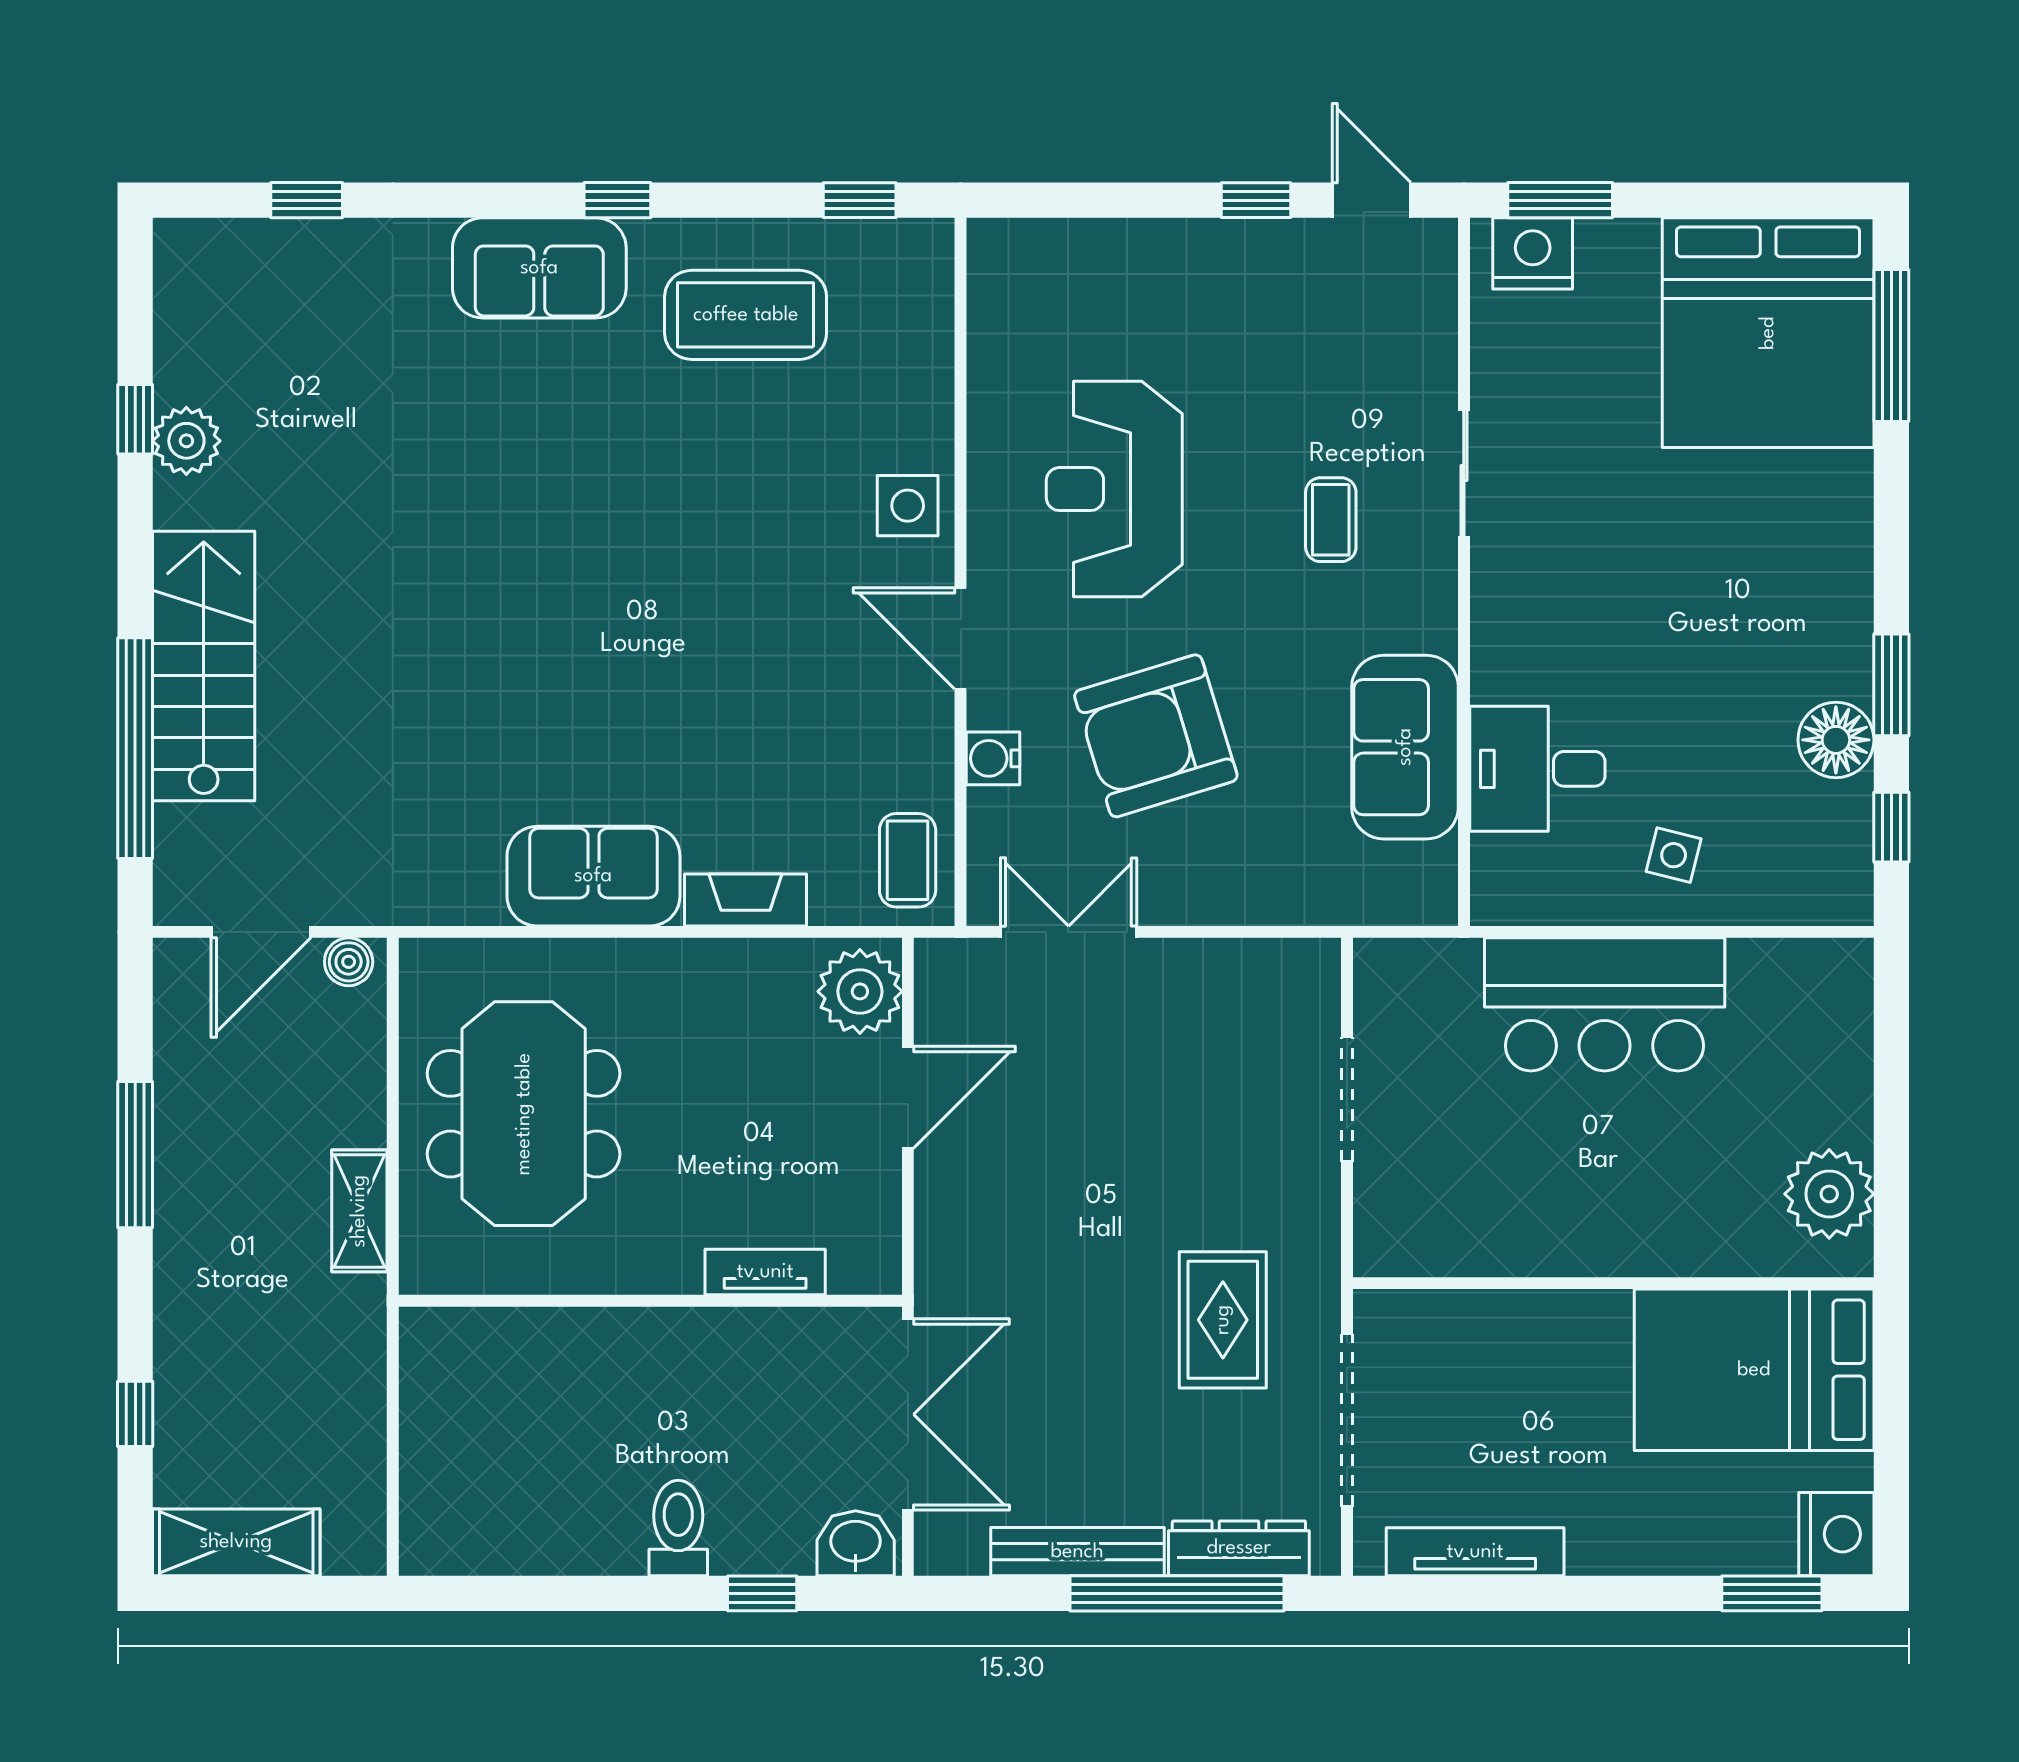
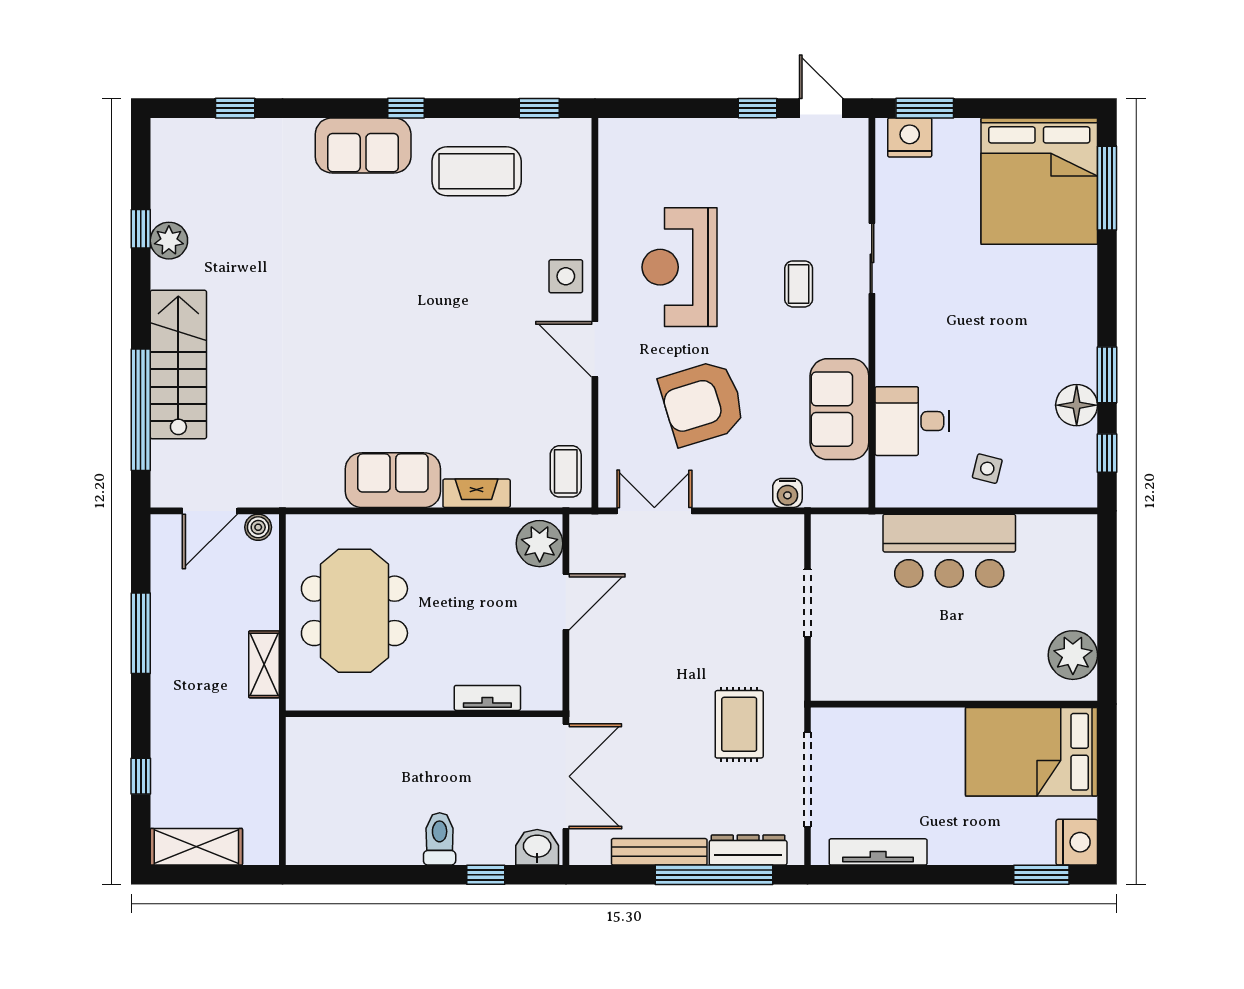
water cooler: (993, 758) -> (787, 493), moved, turned -90

